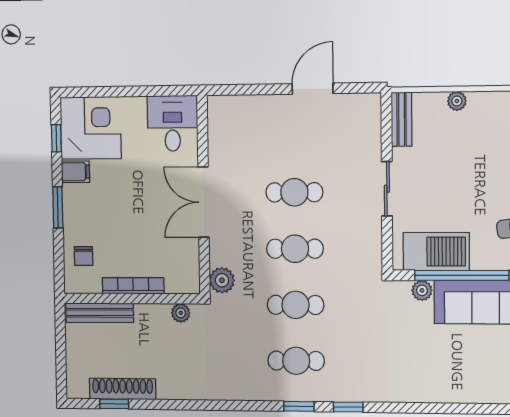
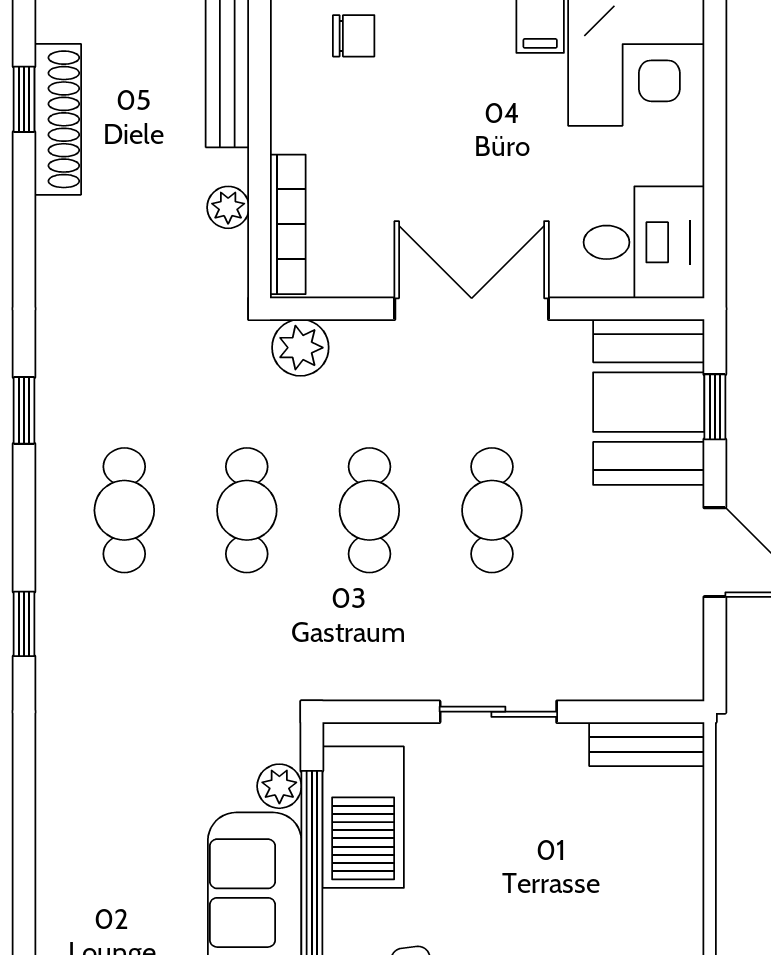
window: (246, 90) -> (715, 407), added
plant: (457, 101) -> (684, 862), removed
booth: (244, 120) -> (649, 402), added
chair: (84, 256) -> (354, 36), turned 180
bookcase: (133, 286) -> (288, 224), moved
plant: (181, 313) -> (228, 207), moved
window: (299, 406) -> (24, 410), moved

